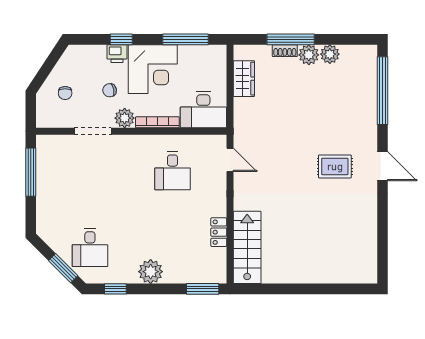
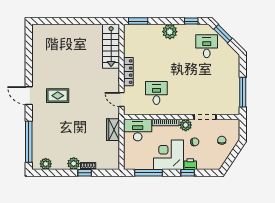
window: (291, 39) -> (85, 173), width x0.46
plant: (330, 54) -> (46, 164), moved
wardrobe: (244, 79) -> (113, 130), moved
locker: (219, 232) -> (128, 72), moved, width x1.53

